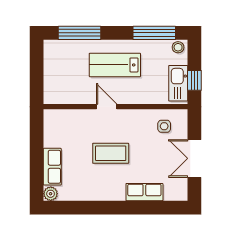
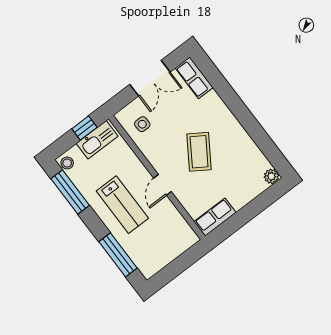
coffee table: (111, 153) -> (199, 152), turned 33
row of seats: (52, 167) -> (215, 217), moved
row of seats: (144, 192) -> (194, 78), moved

